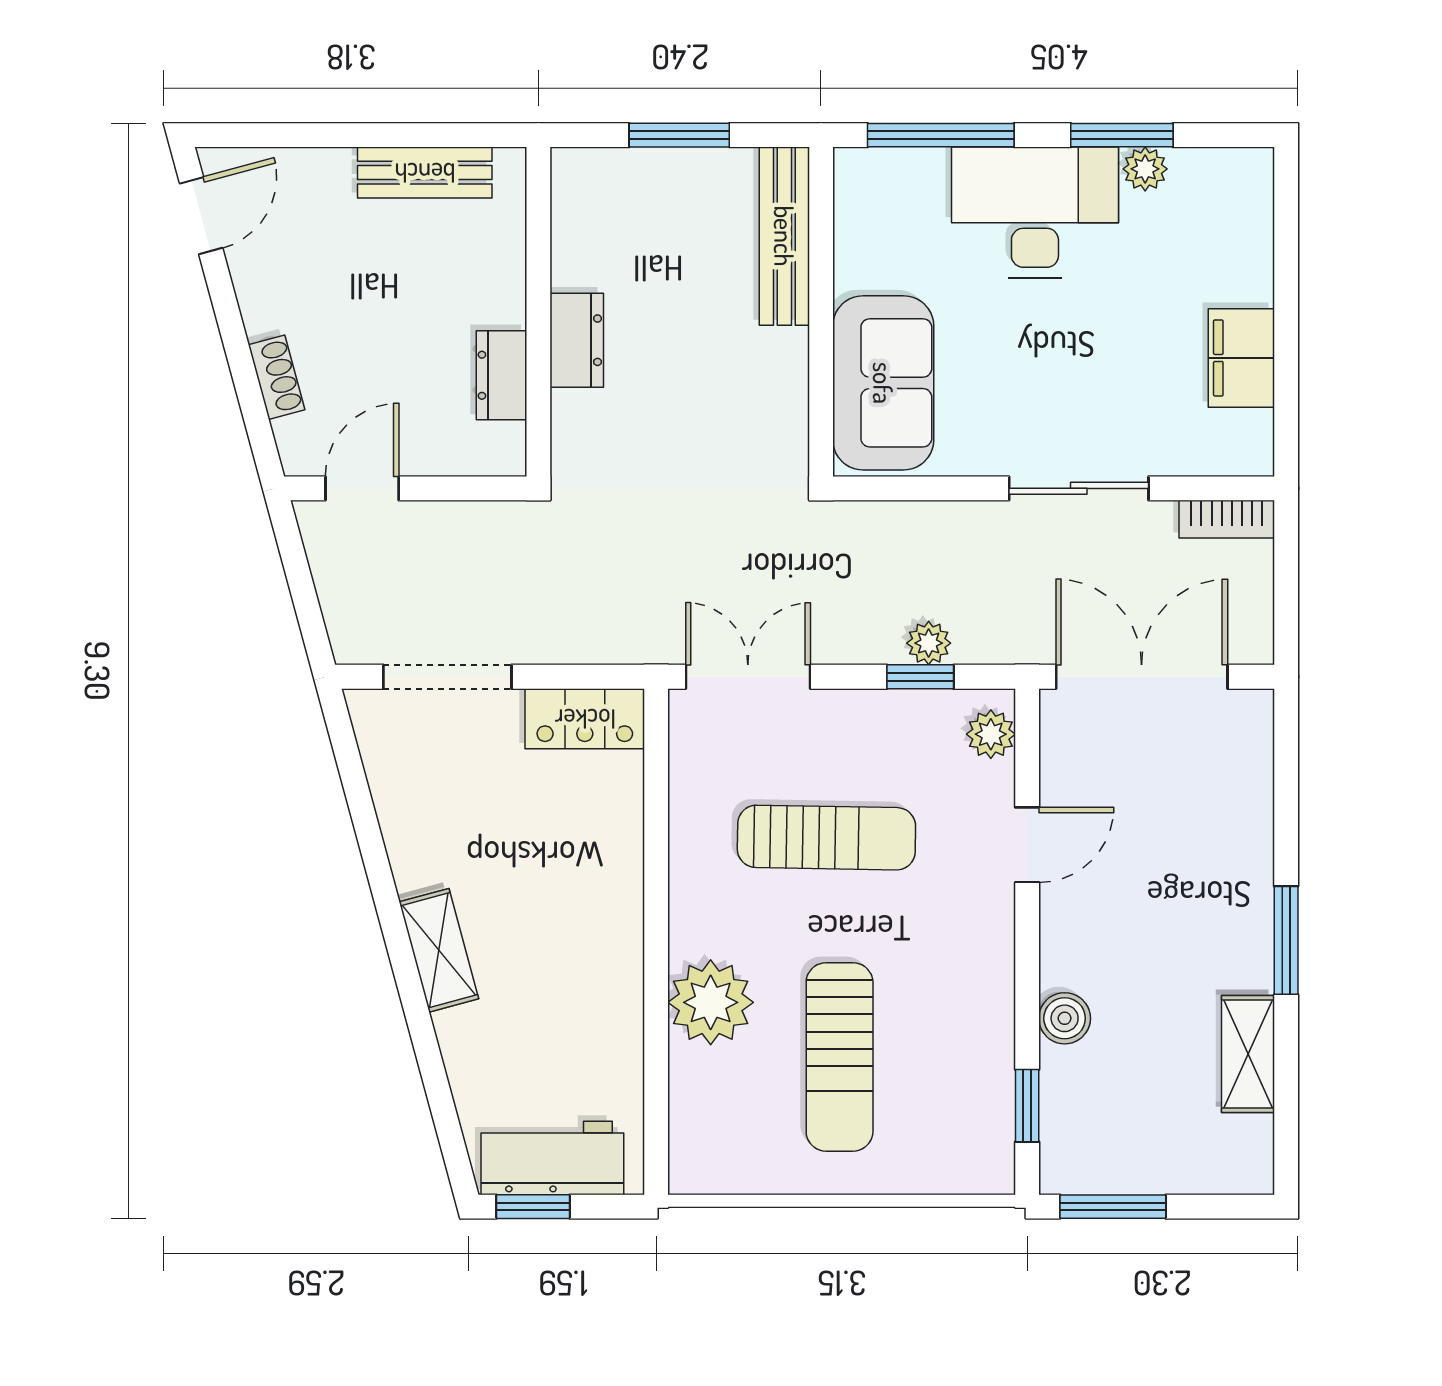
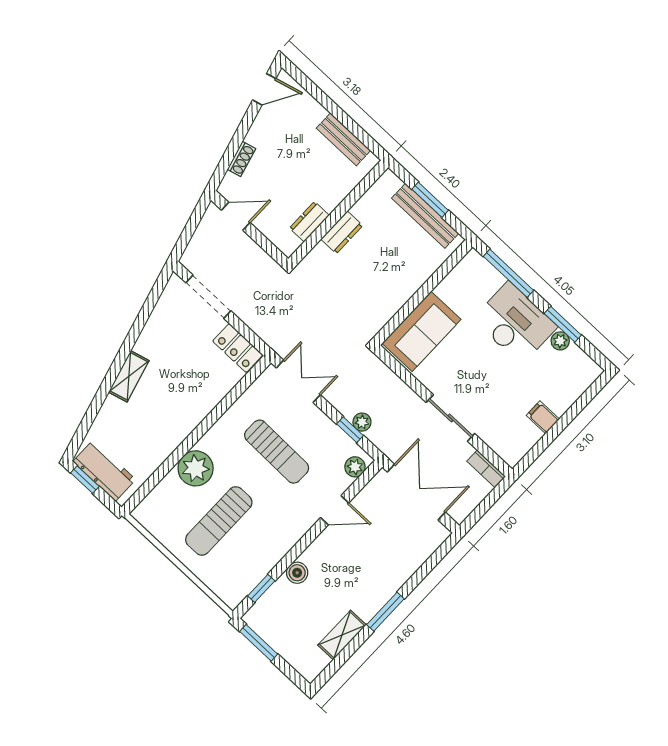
bench: (784, 236) -> (425, 216), moved, turned 90
filing cabinet: (1241, 358) -> (543, 417), width x0.50

